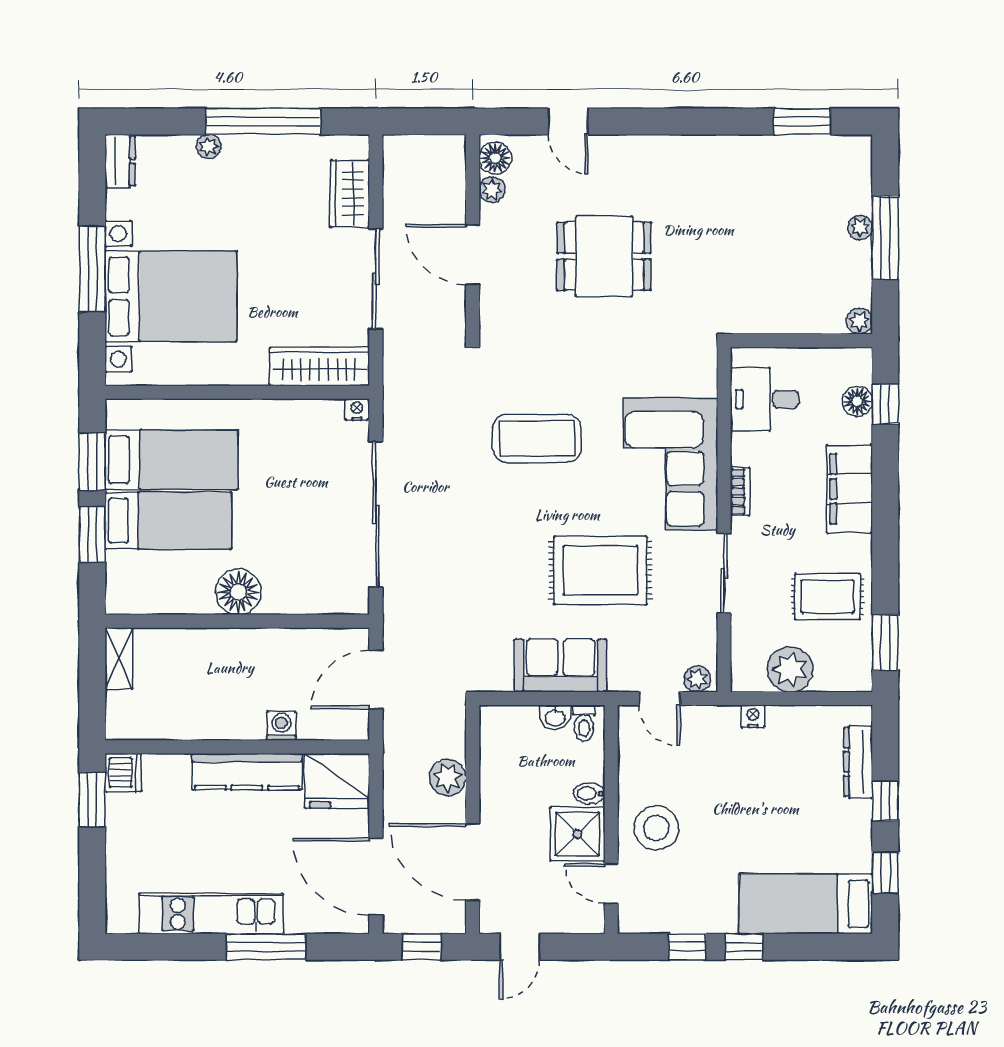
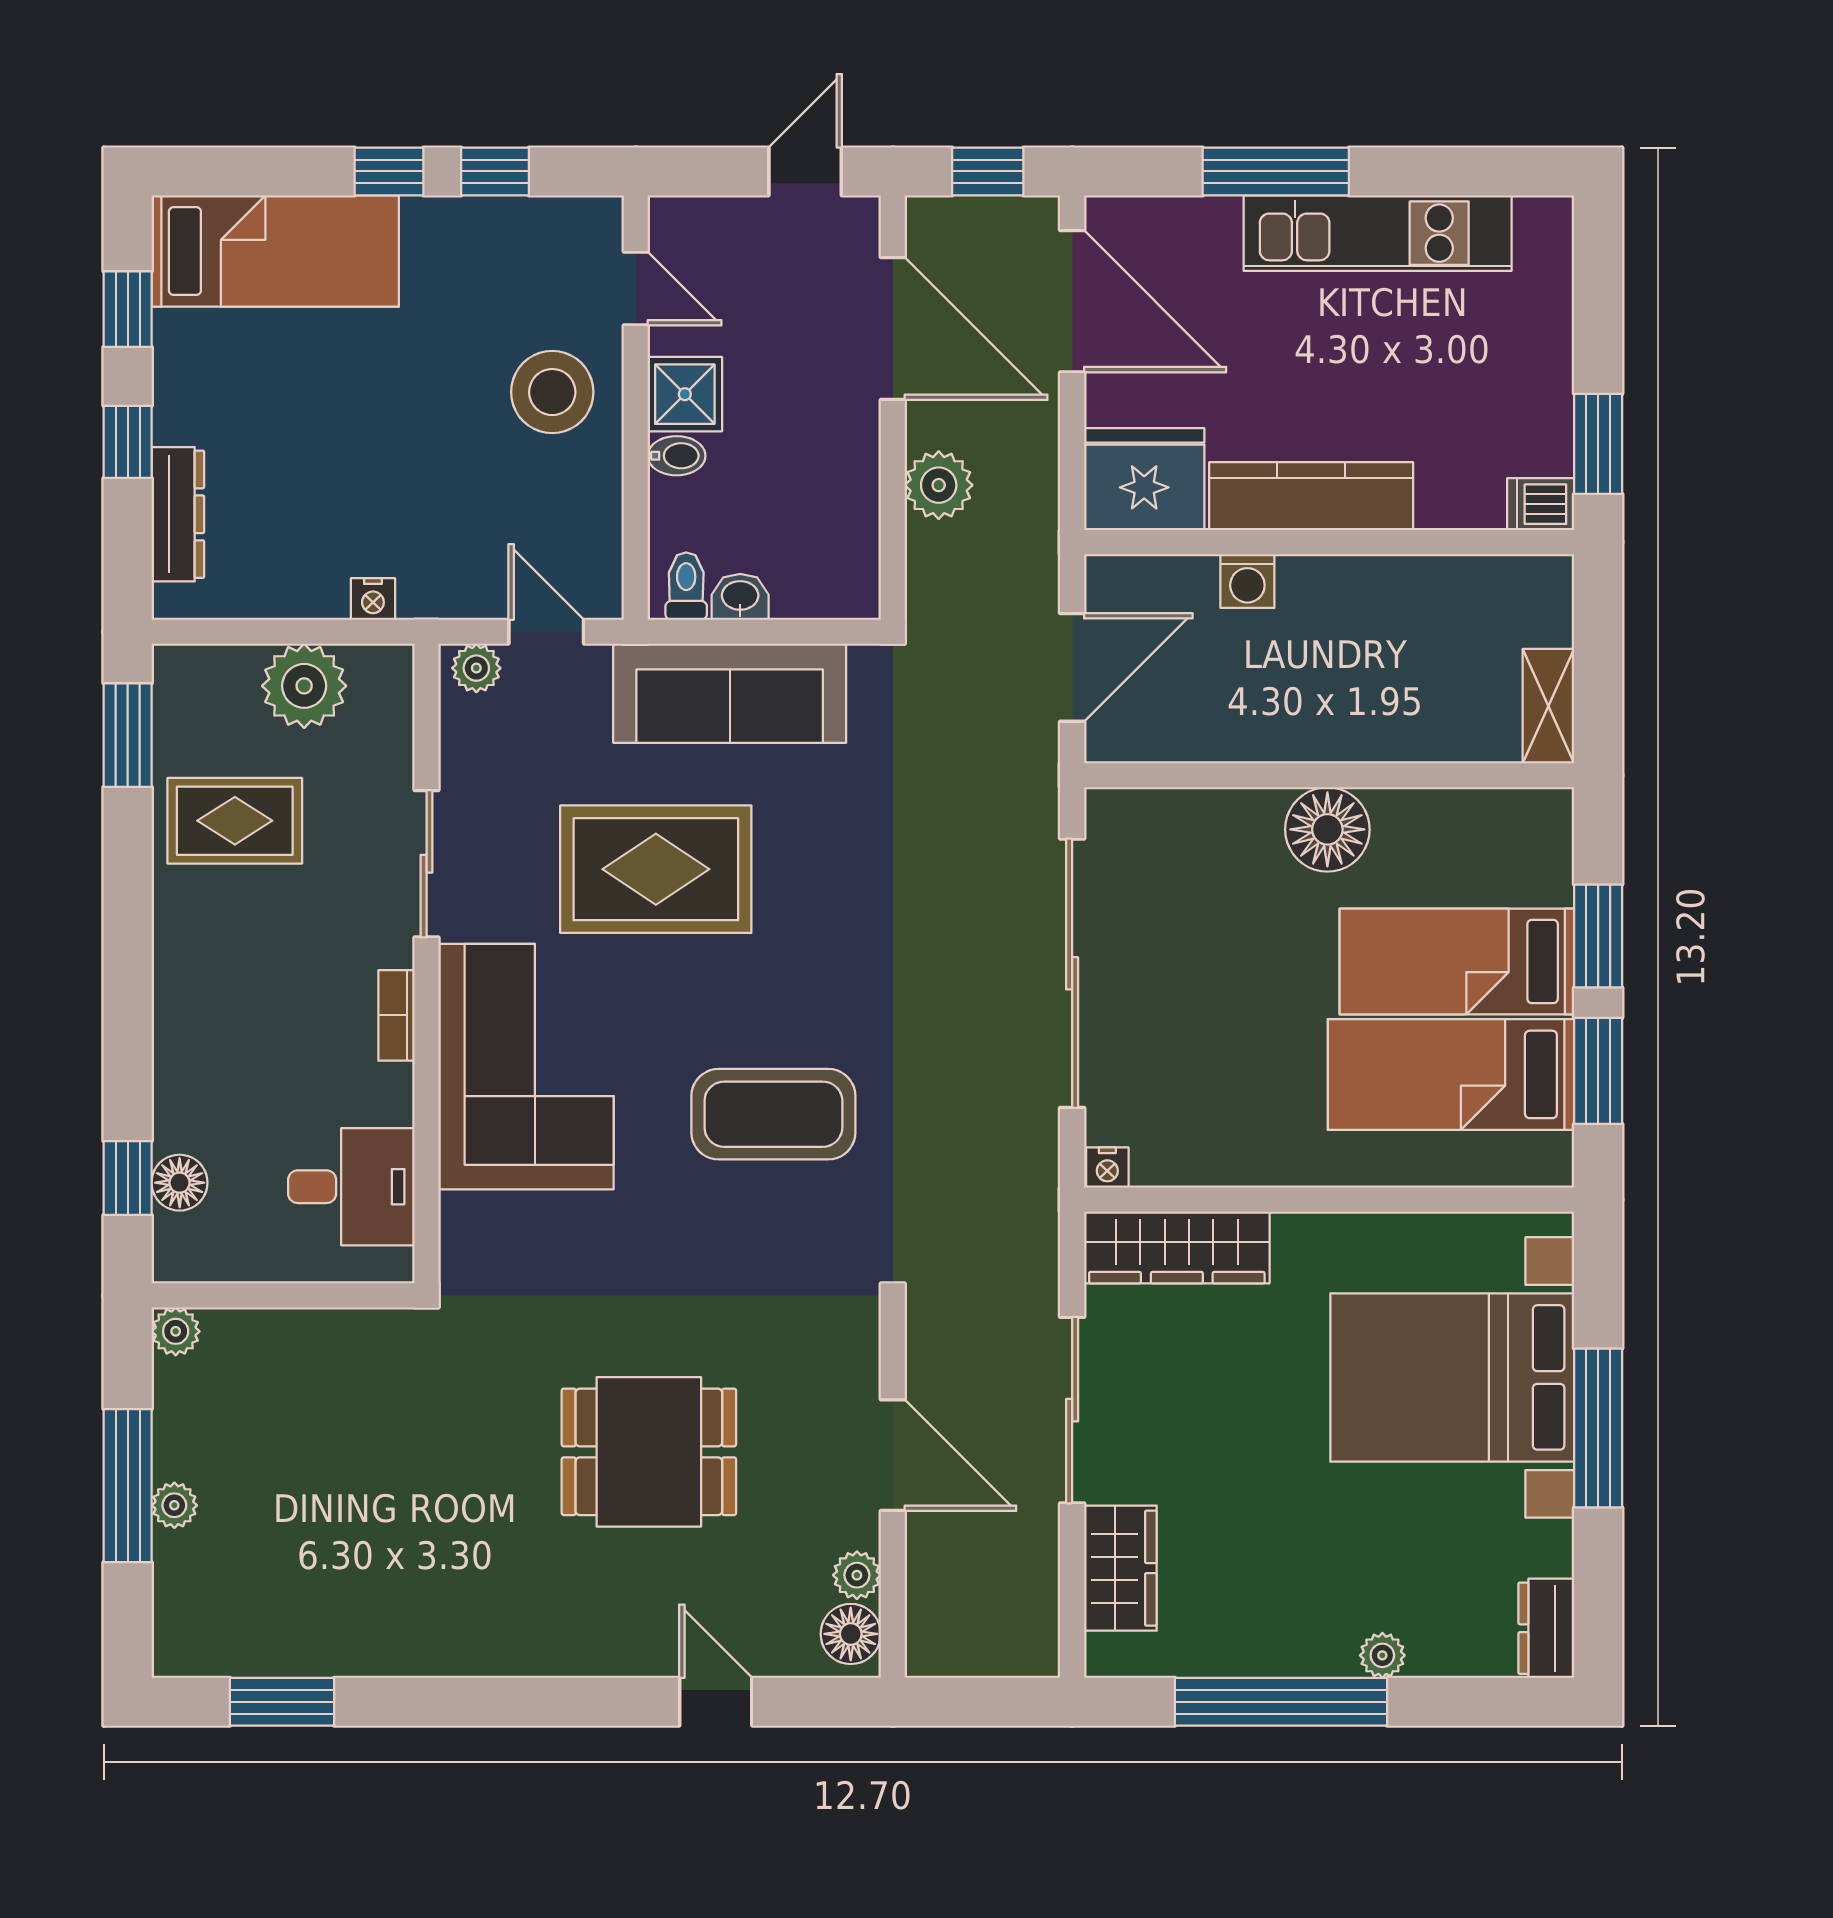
filing cabinet: (849, 489) -> (194, 1020), removed
sofa: (561, 665) -> (730, 693), width x1.36
dishwasher: (123, 773) -> (1541, 504), width x0.73
shower: (577, 834) -> (685, 394), width x0.73, depth x0.73

